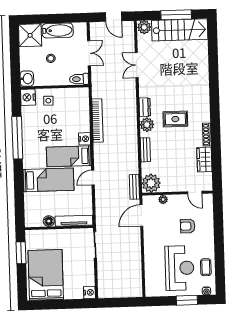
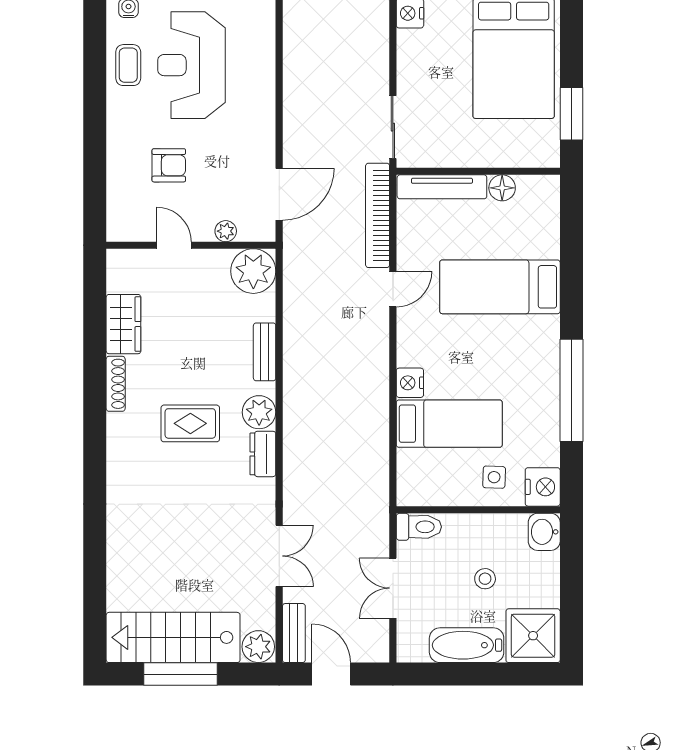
bookcase: (97, 121) -> (378, 215), moved
bed: (69, 156) -> (449, 424), moved
bench: (134, 187) -> (294, 633), moved
door: (195, 193) -> (174, 245), moved

